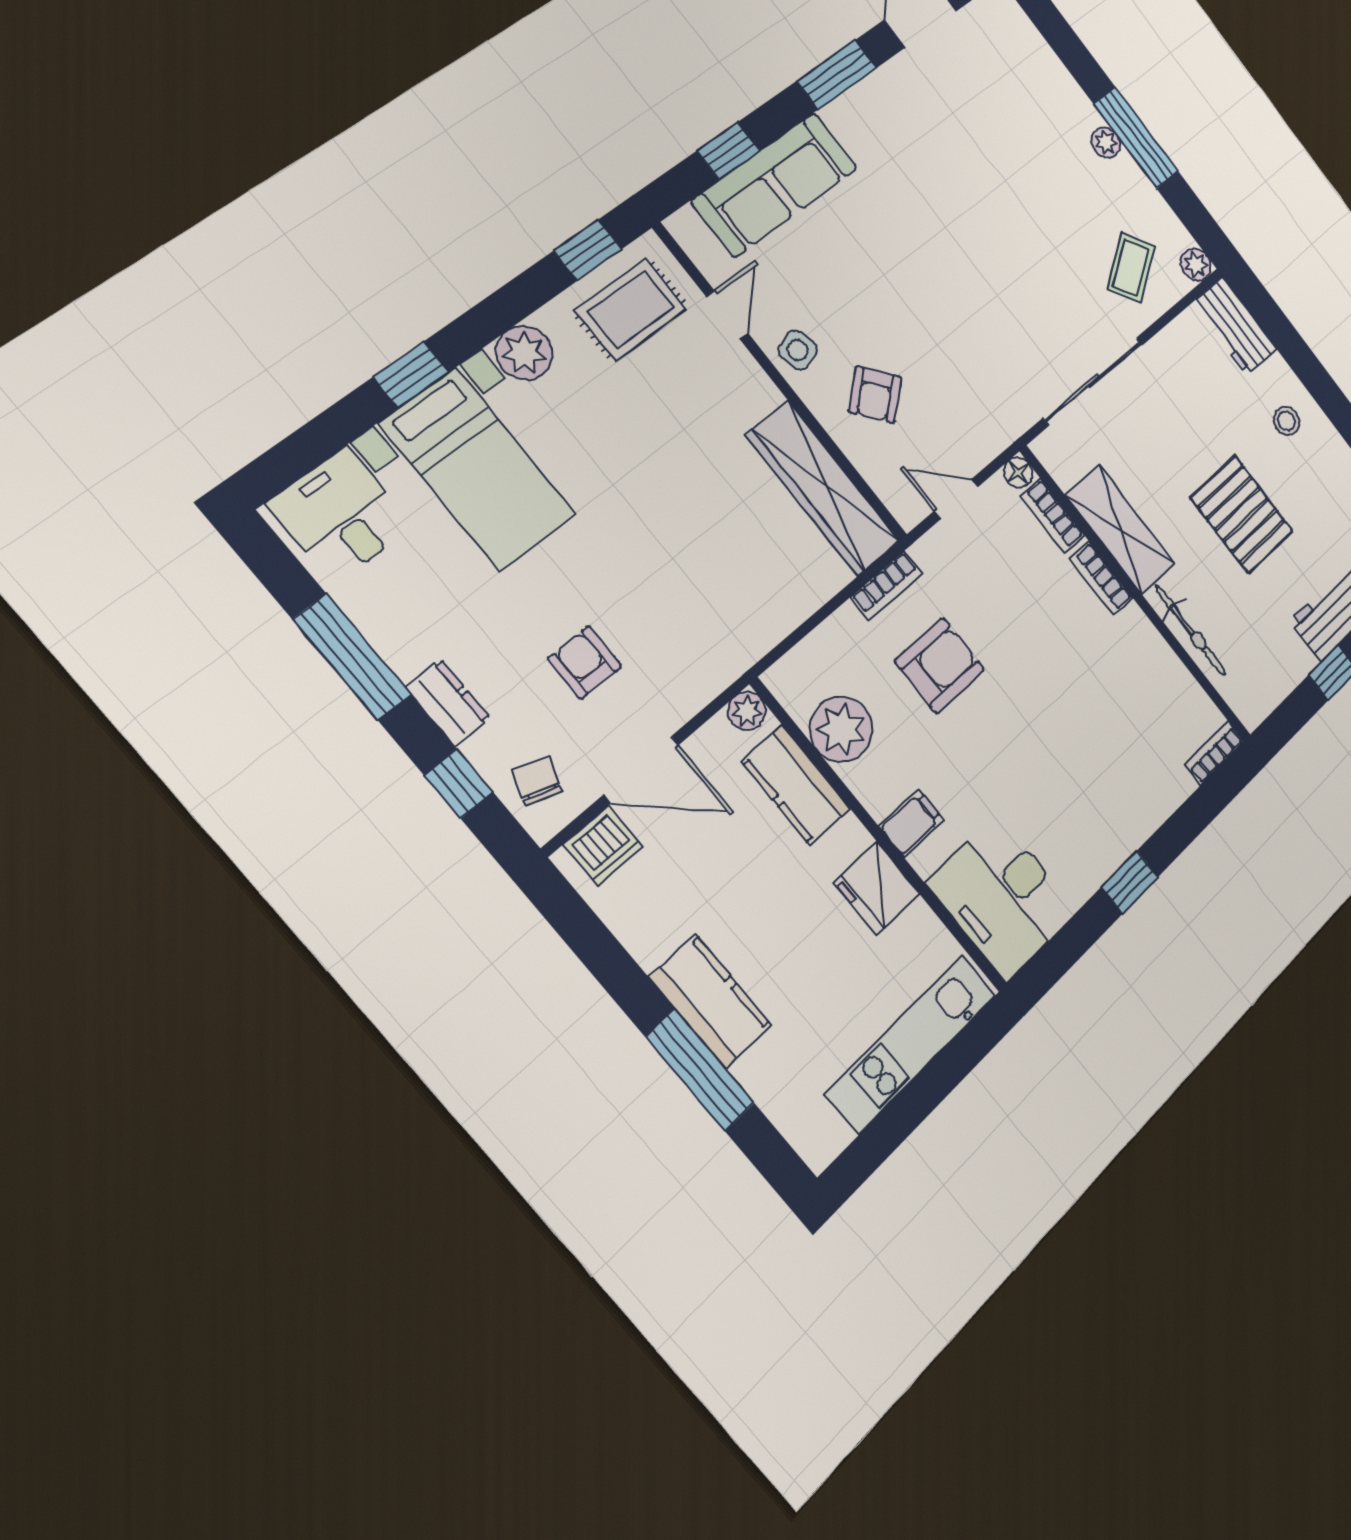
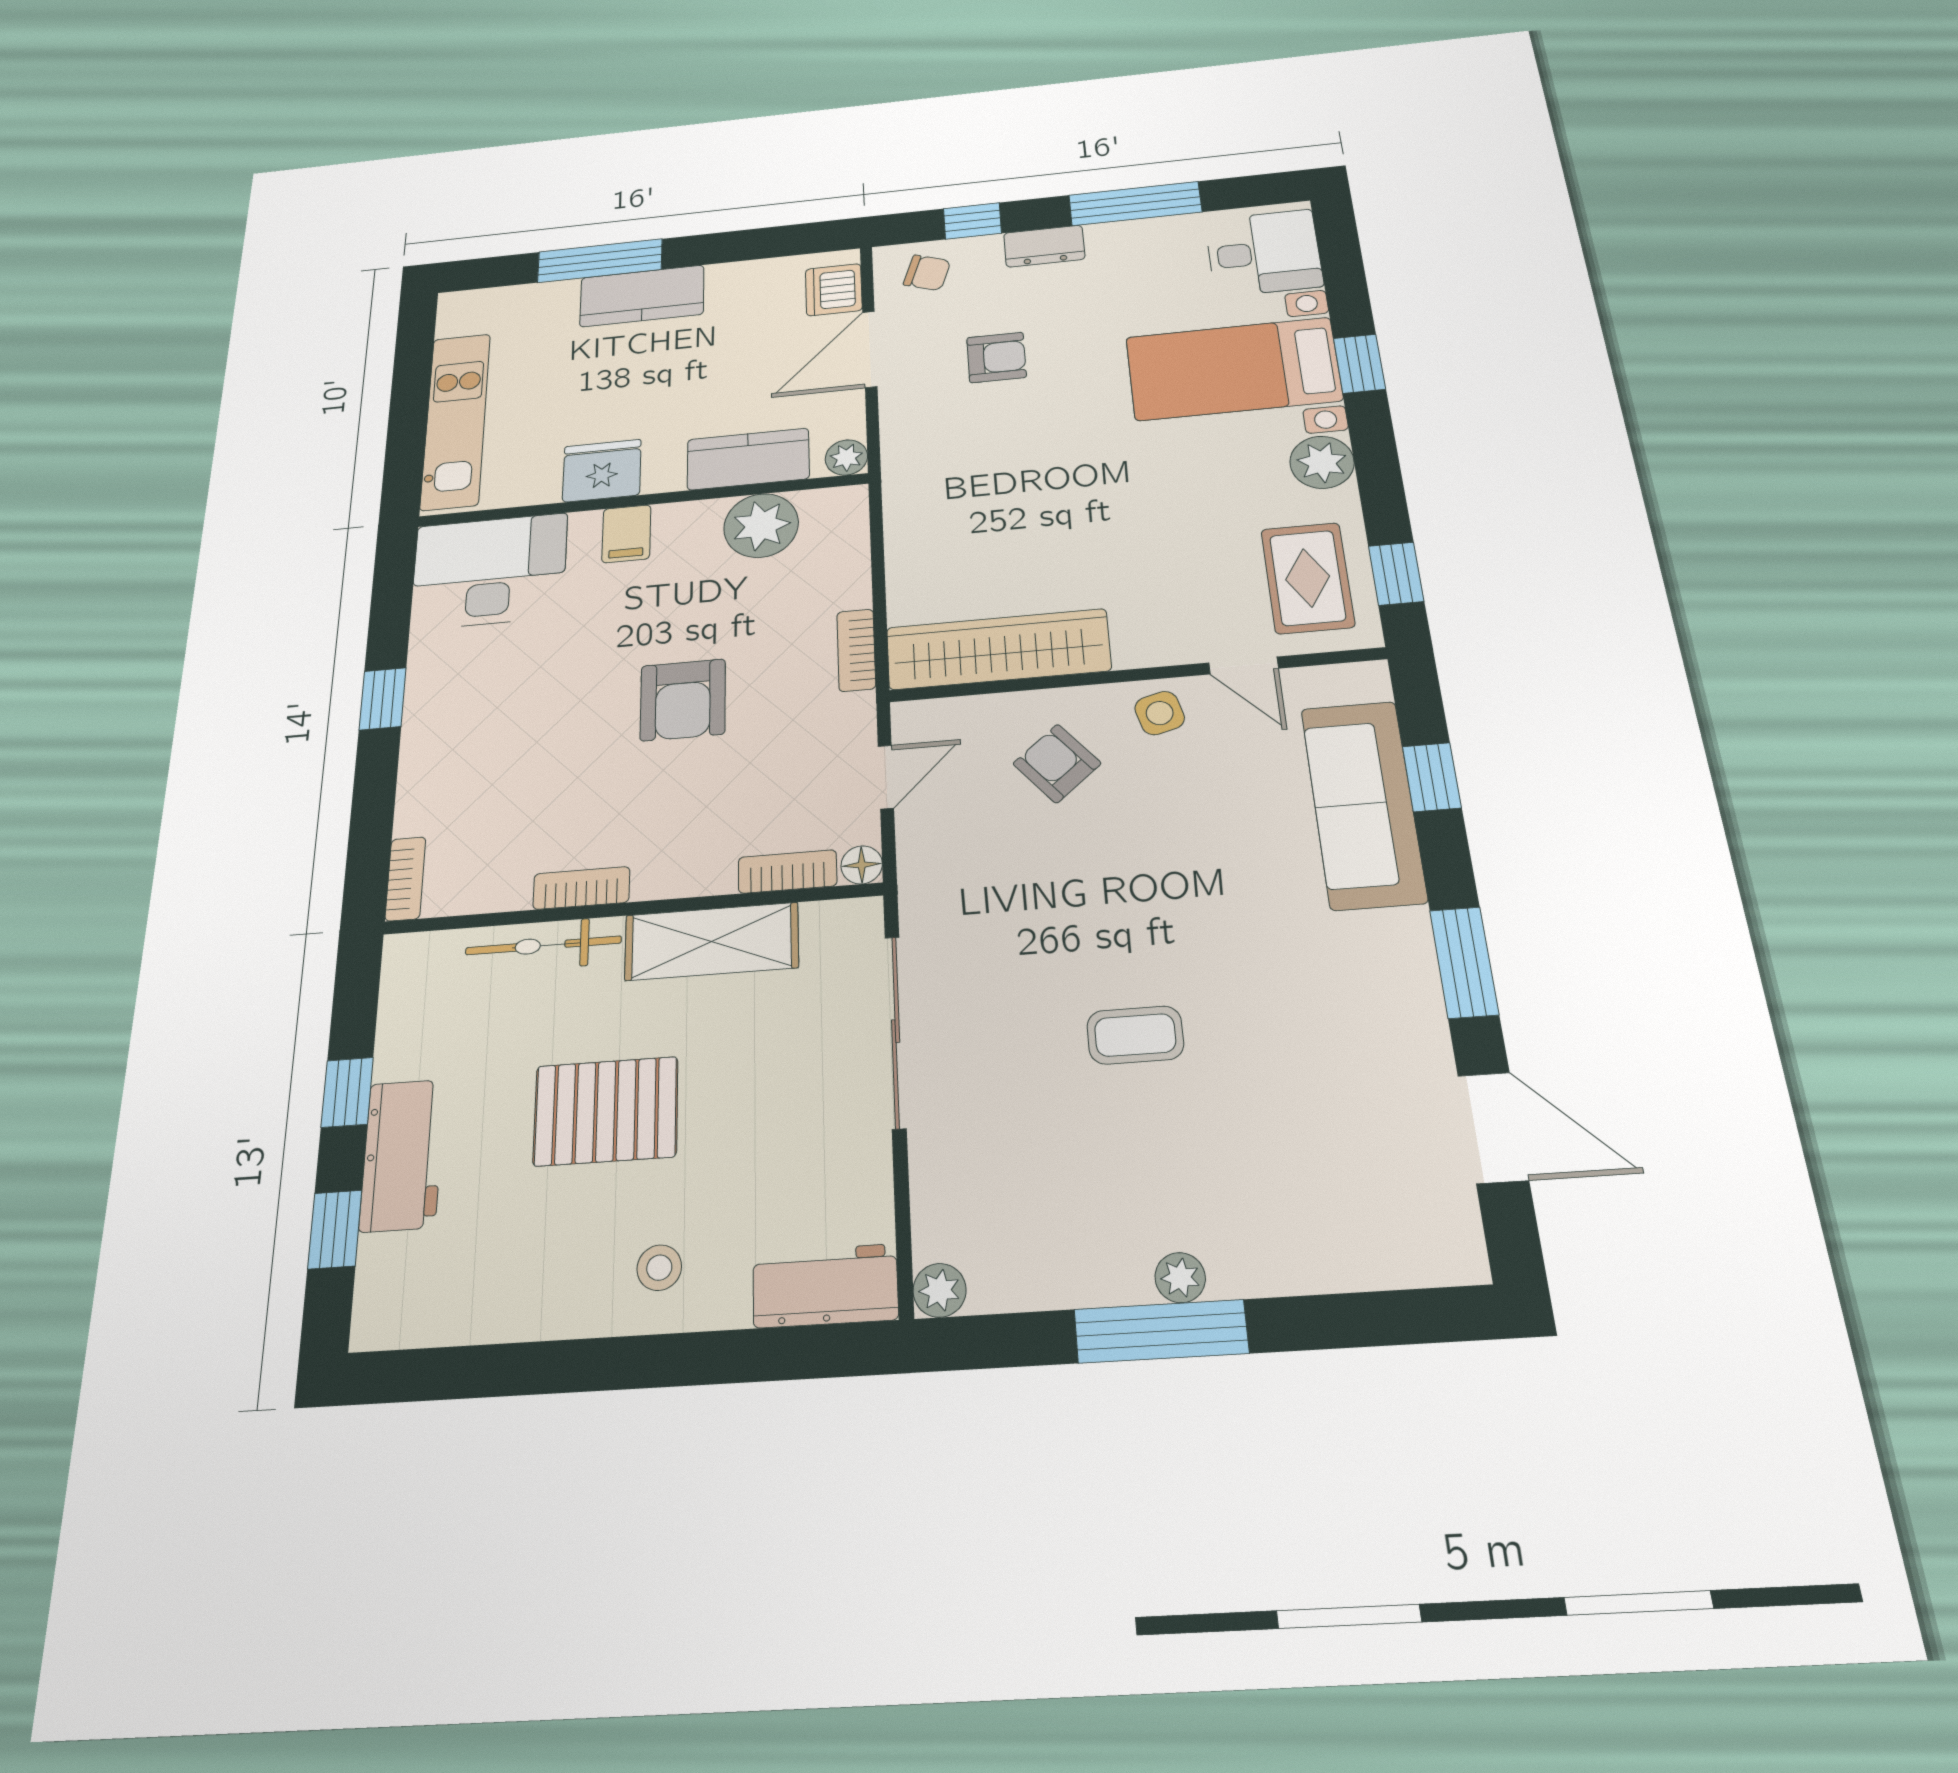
coffee table: (1131, 268) -> (1135, 1035), moved, turned -57
bookcase: (1101, 579) -> (581, 888), moved
armchair: (940, 665) -> (683, 700), moved

